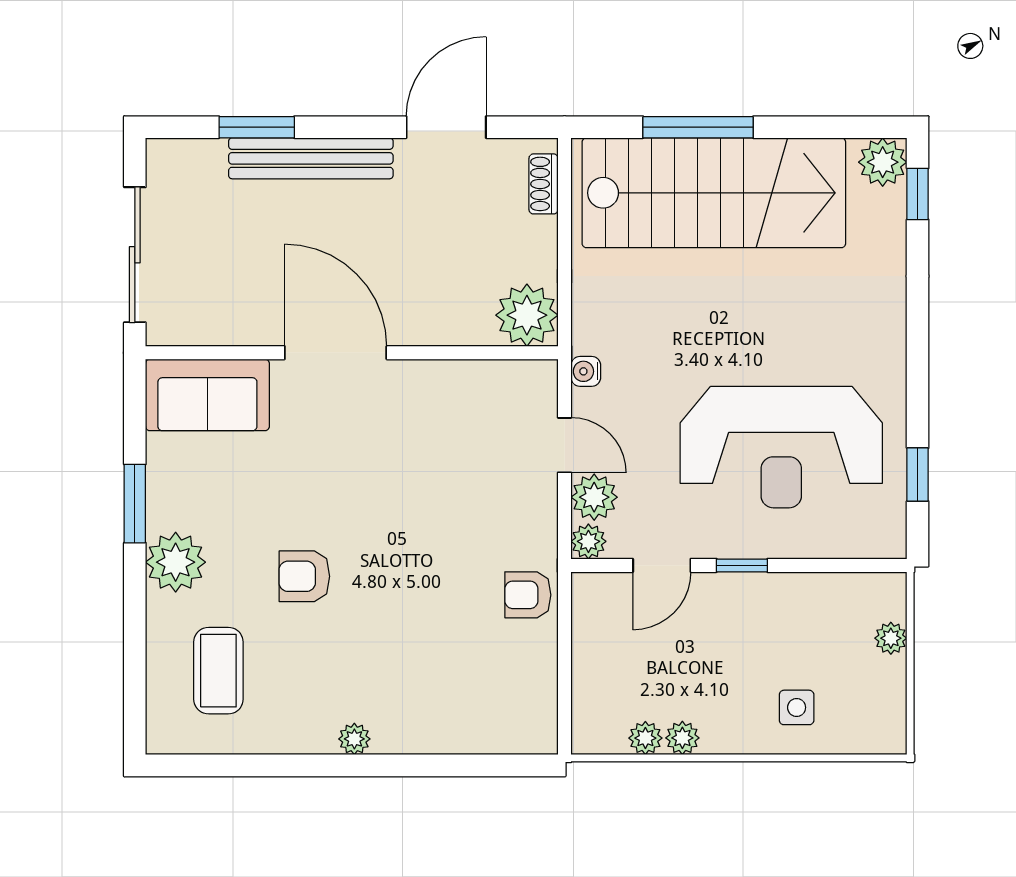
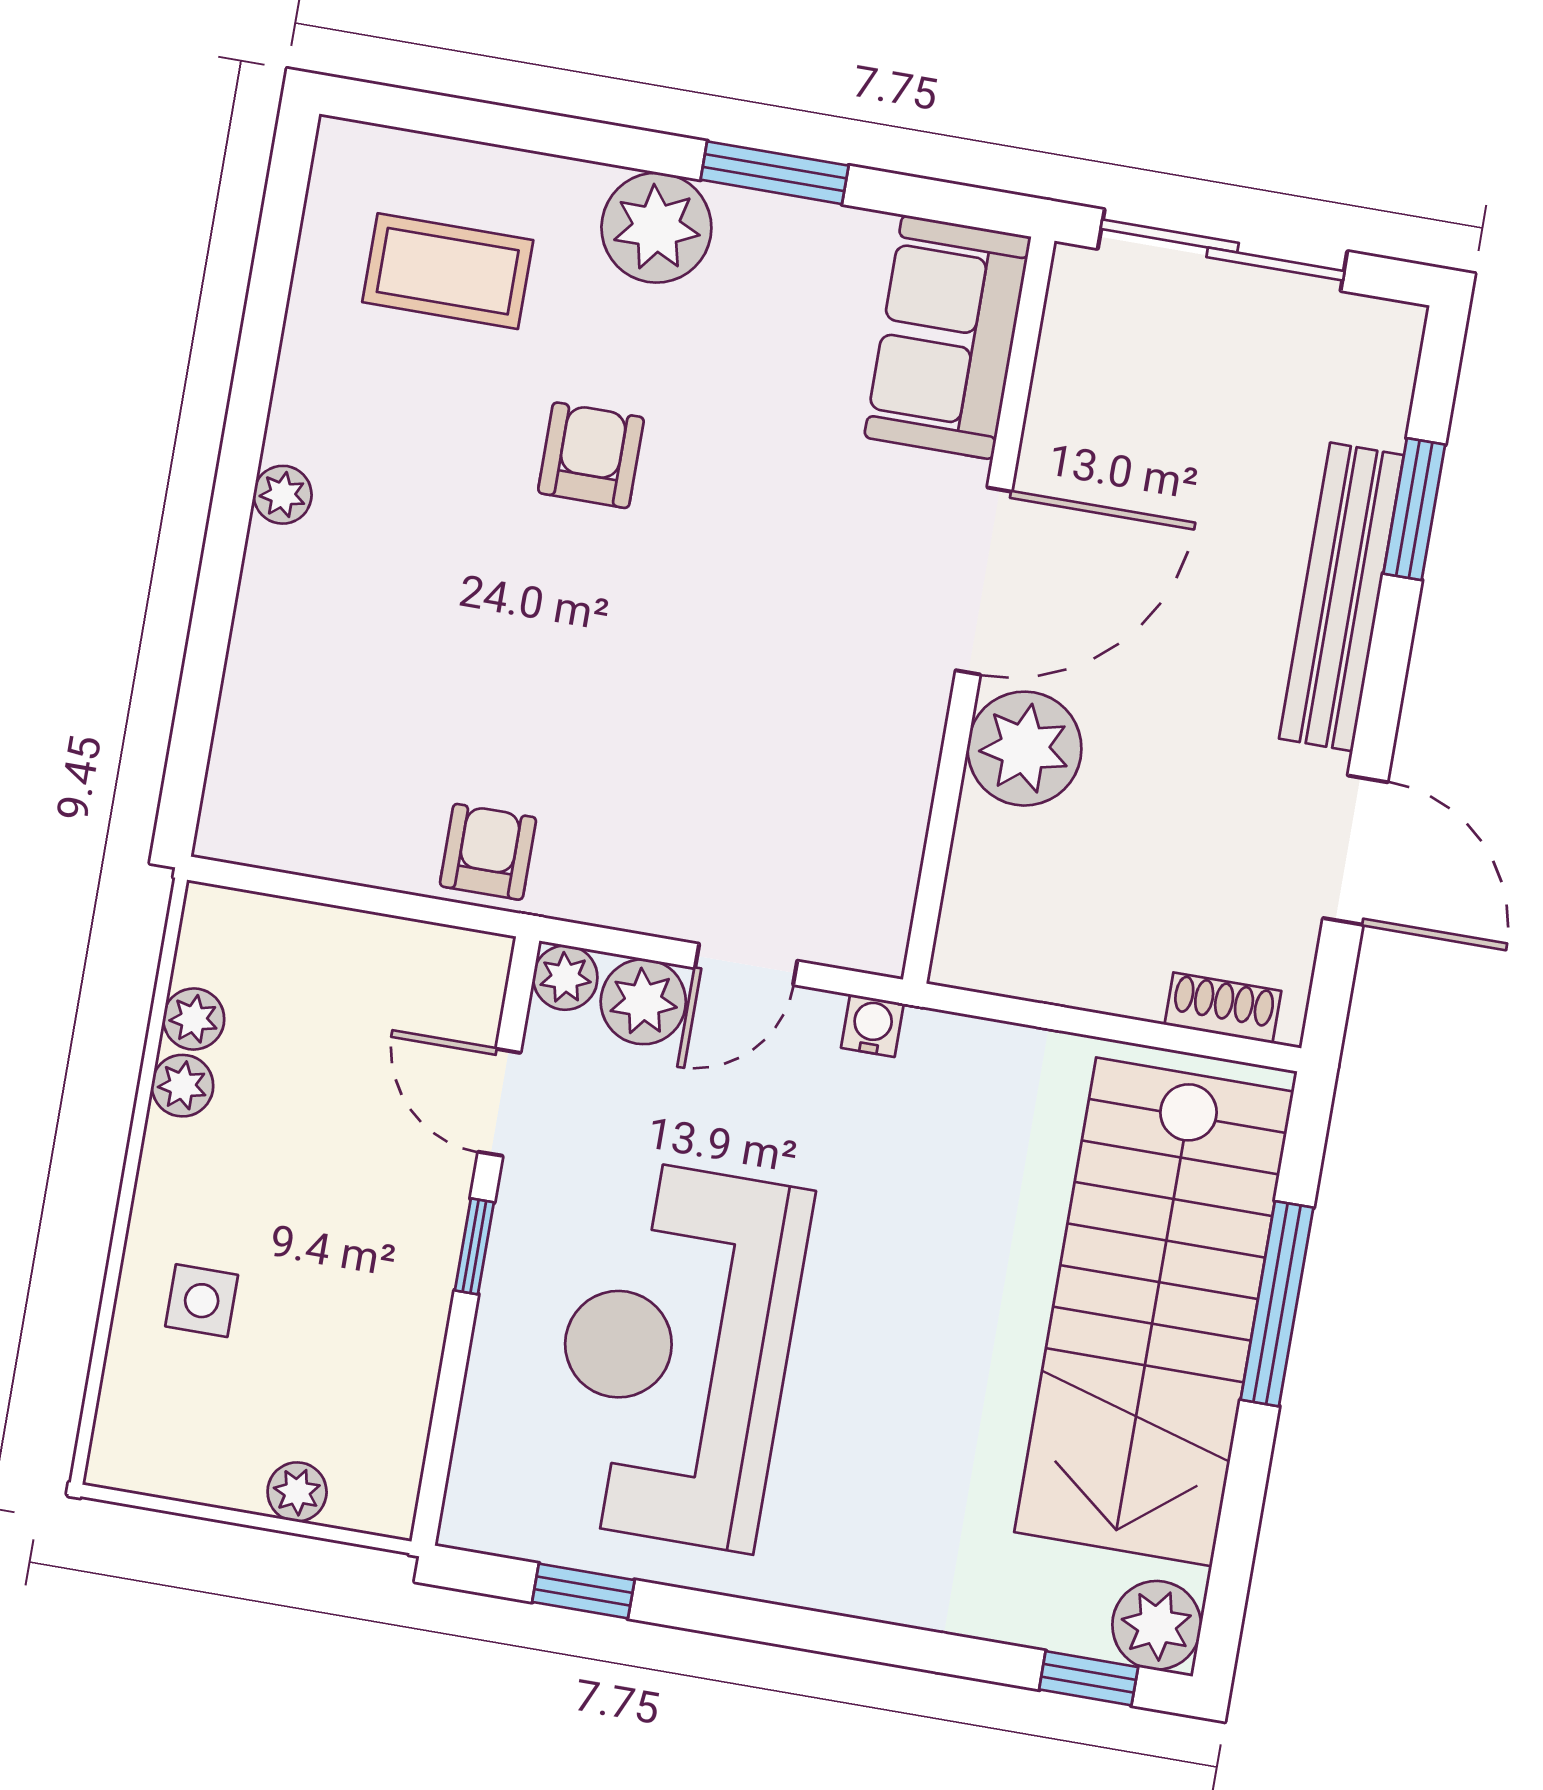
plant: (527, 315) -> (1024, 749), moved

